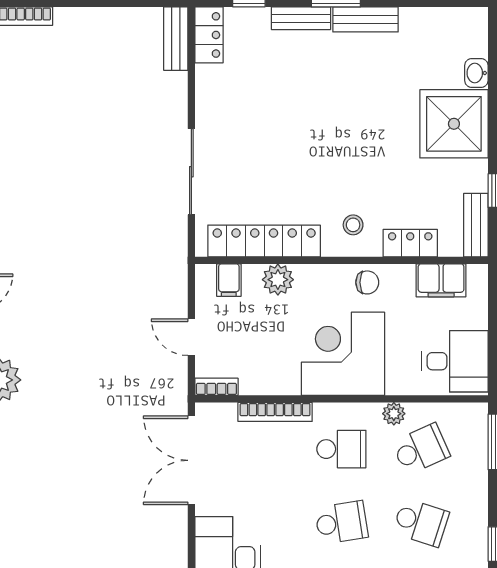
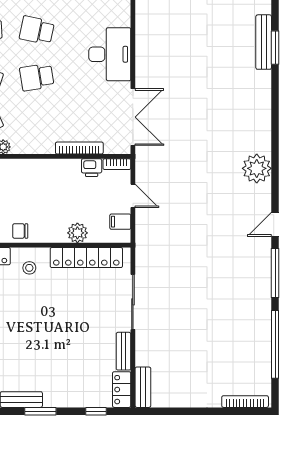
bench: (301, 18) -> (124, 351), moved, turned 90
filing cabinet: (229, 280) -> (120, 222), moved, turned -90
corner desk: (343, 354) -> (36, 185), removed
printer: (256, 381) -> (92, 168), added
school desk: (341, 449) -> (37, 124), removed

